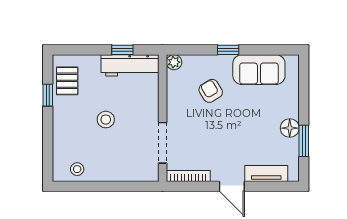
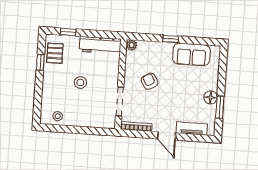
window: (122, 50) -> (68, 32), moved
armchair: (211, 91) -> (150, 81), moved

